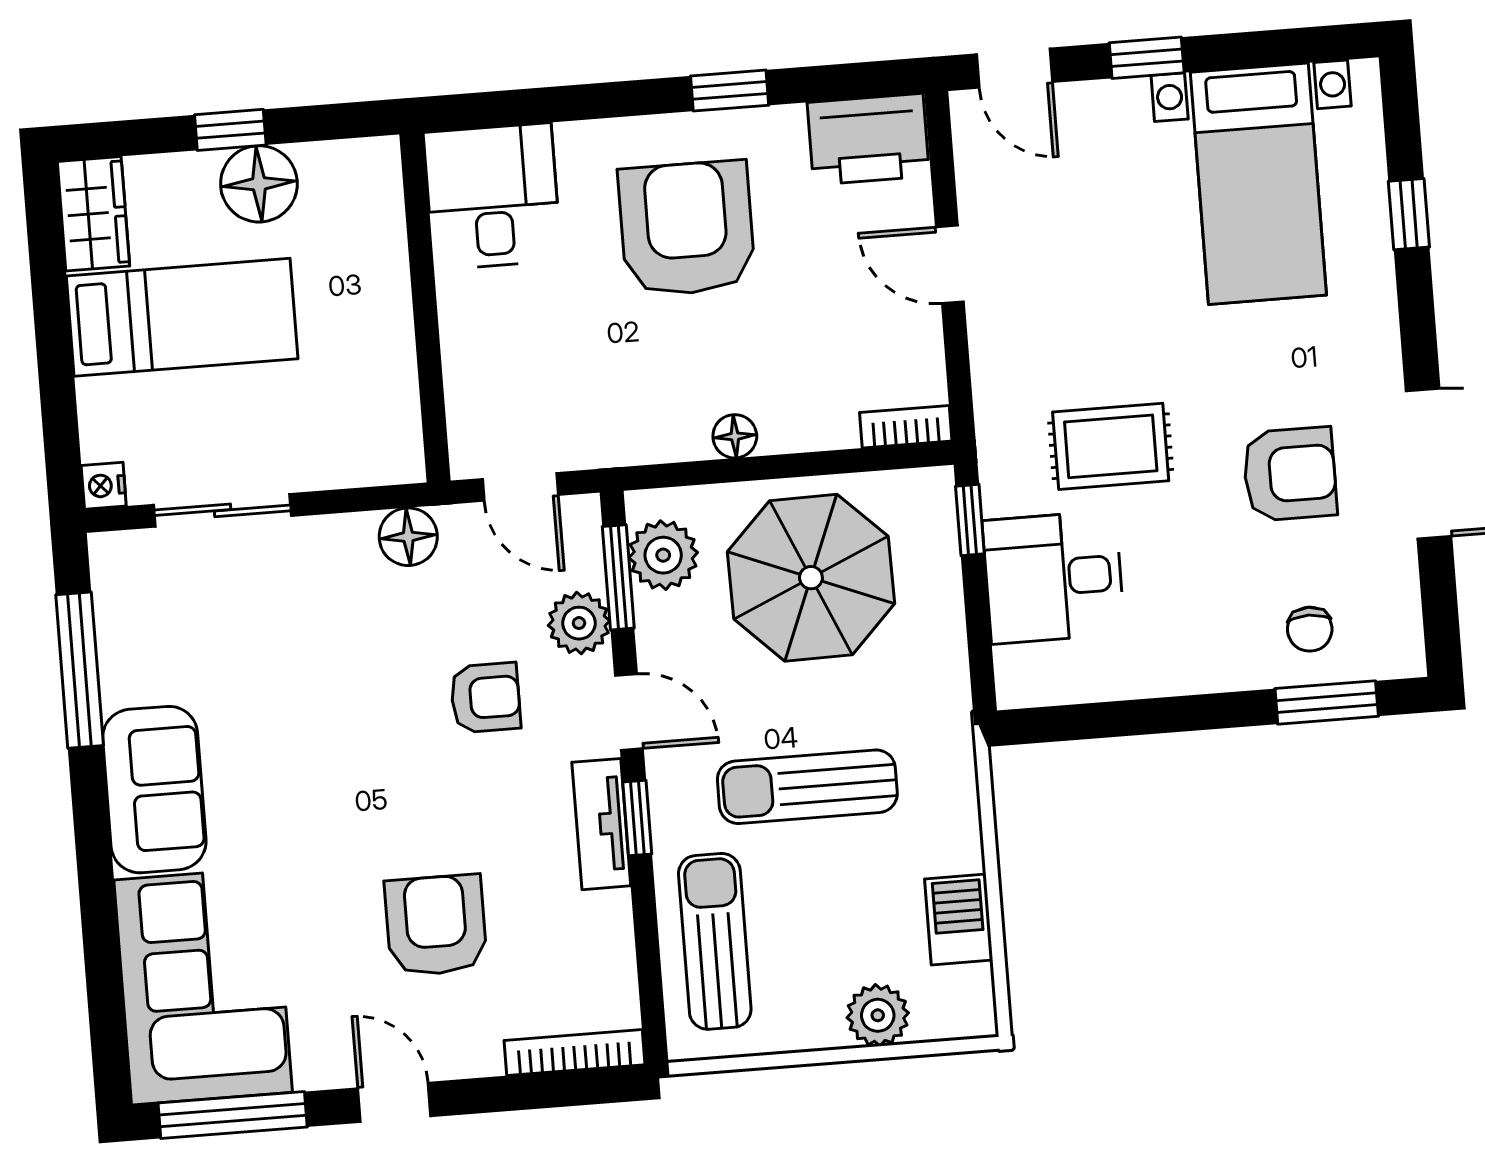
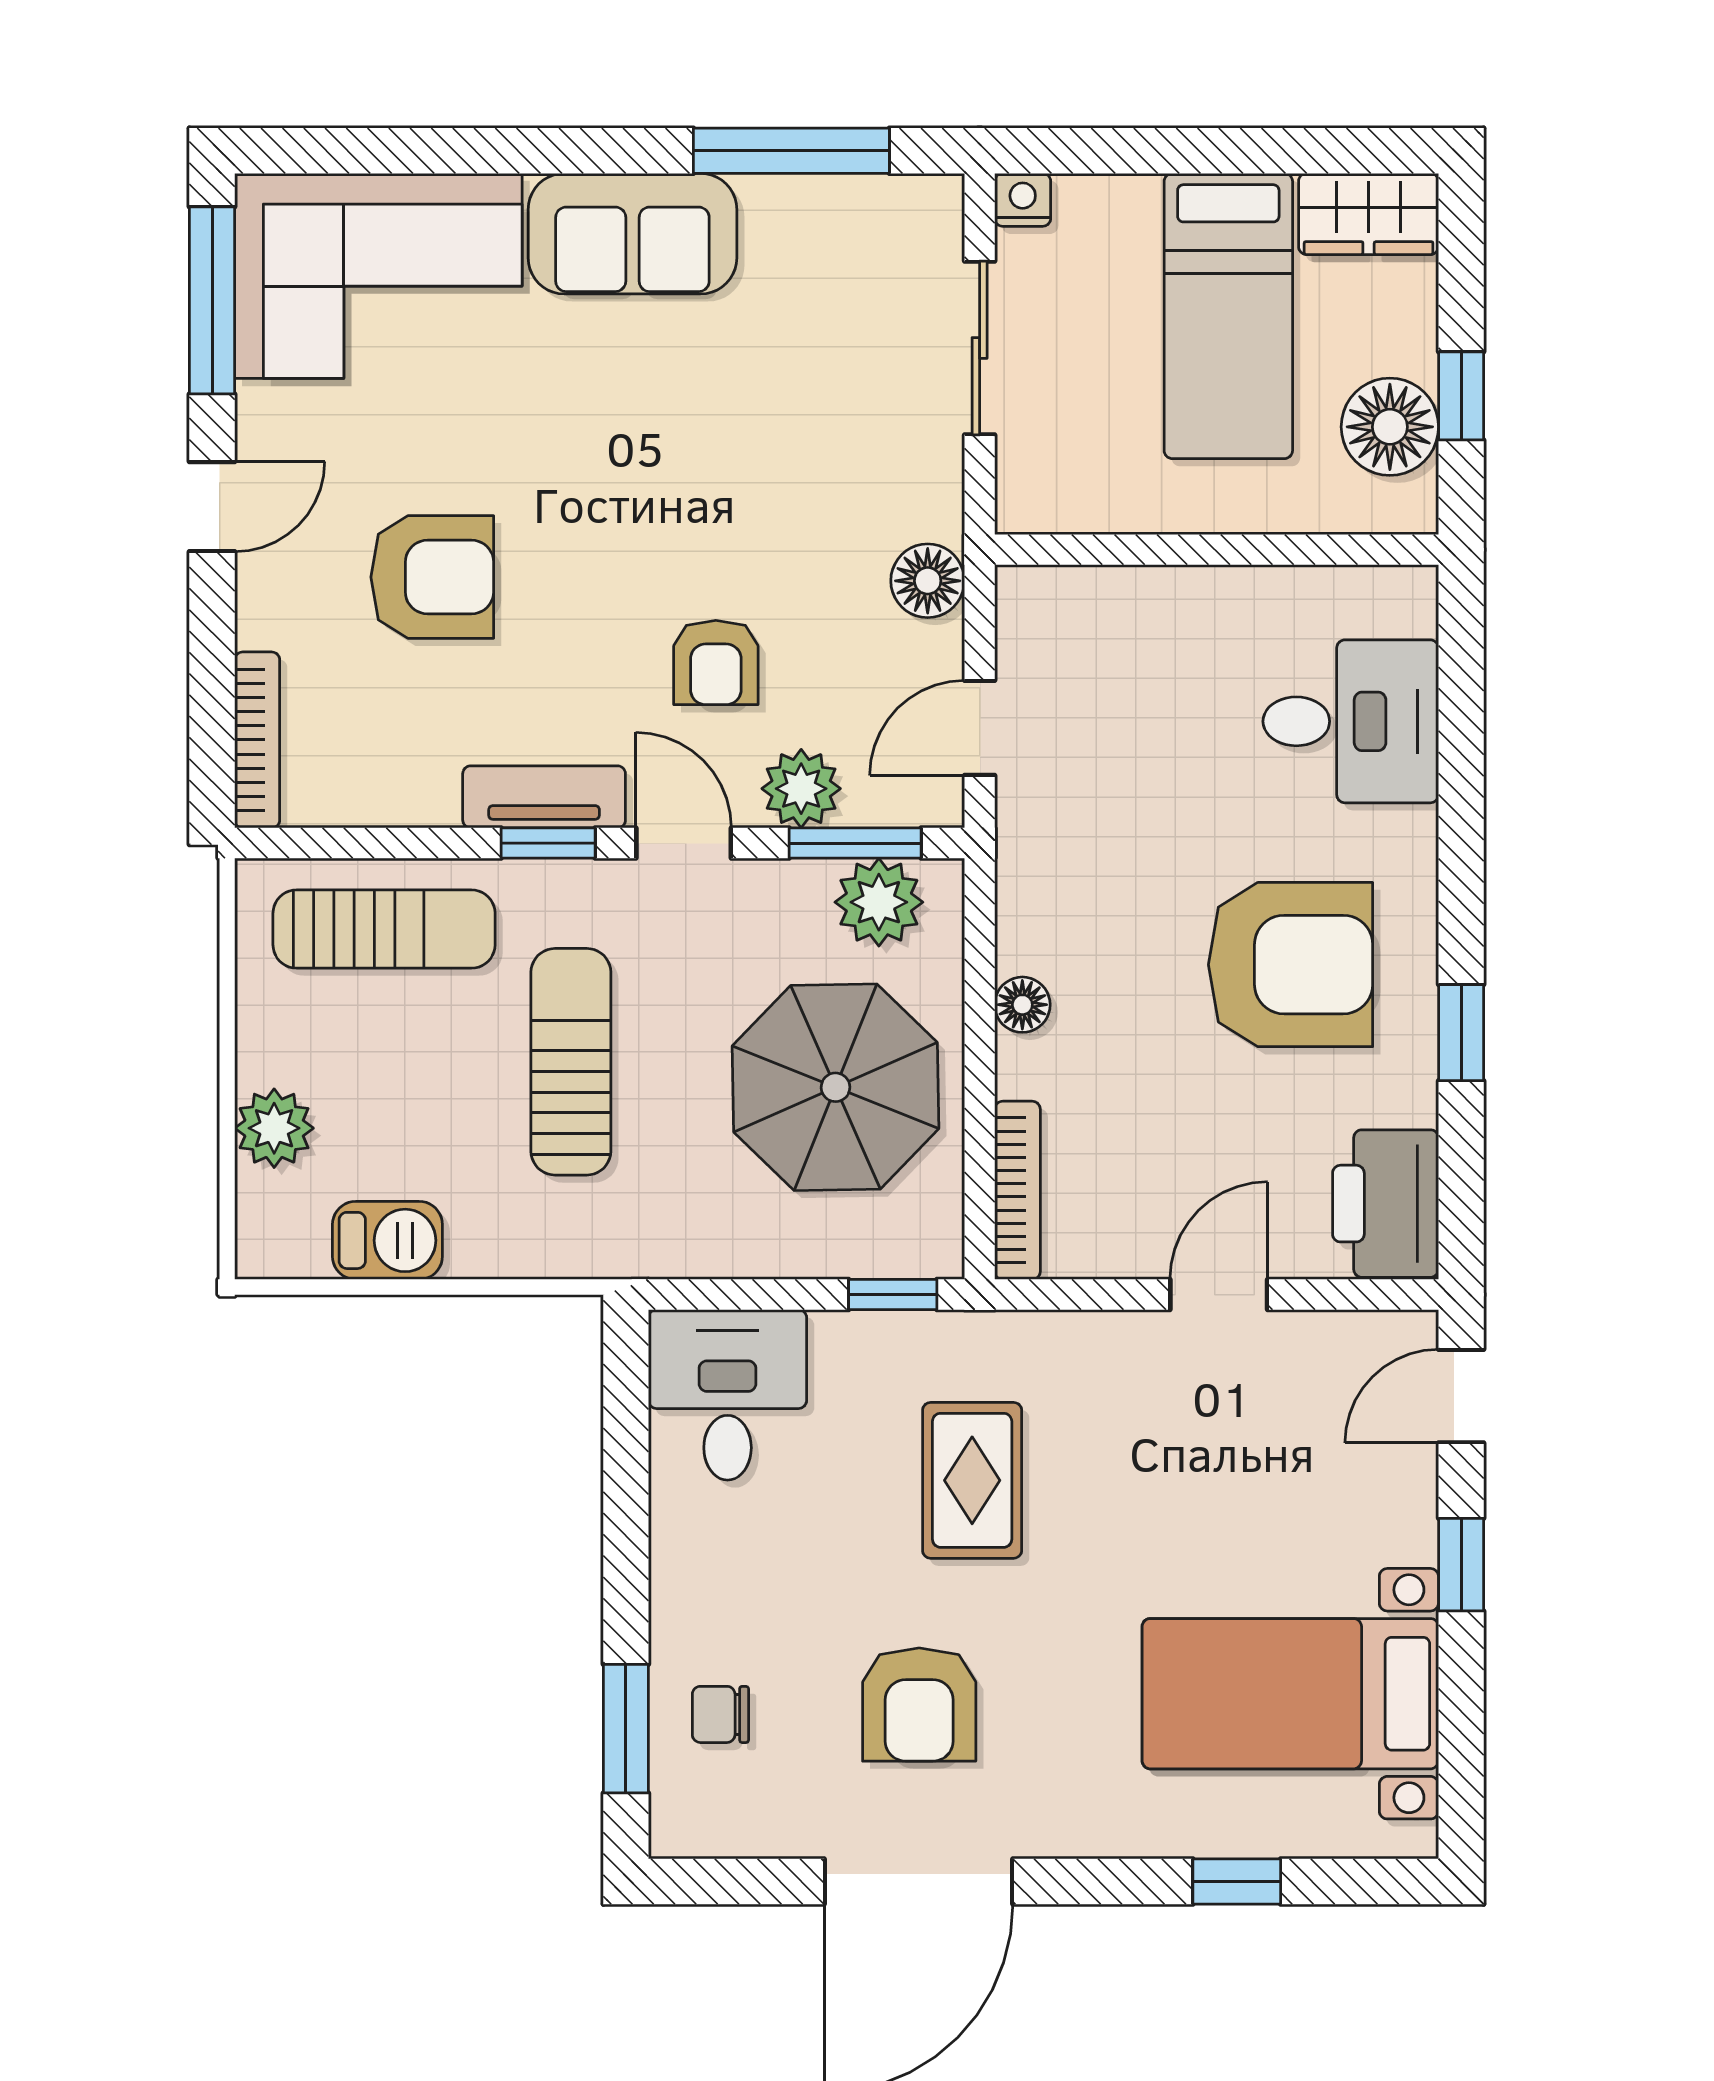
wall: (425, 307) -> (1217, 550), moved
bookcase: (906, 427) -> (1017, 1190), width x1.56
desk: (1054, 577) -> (728, 1395), moved
door: (629, 712) -> (684, 843), swing flipped

